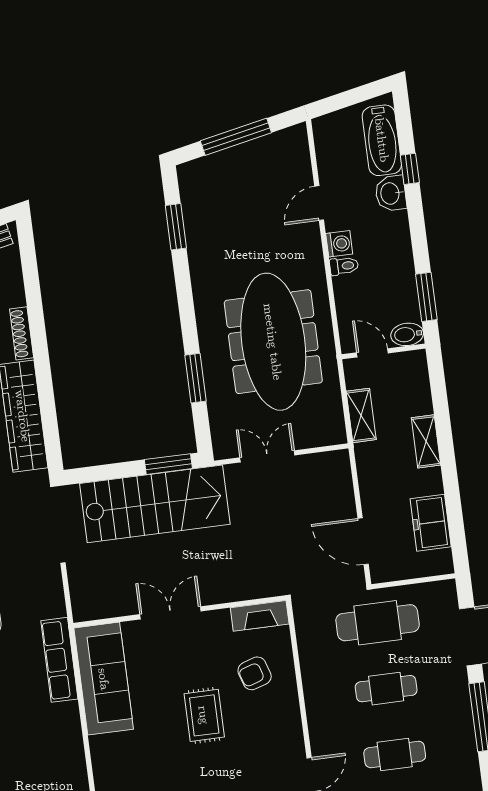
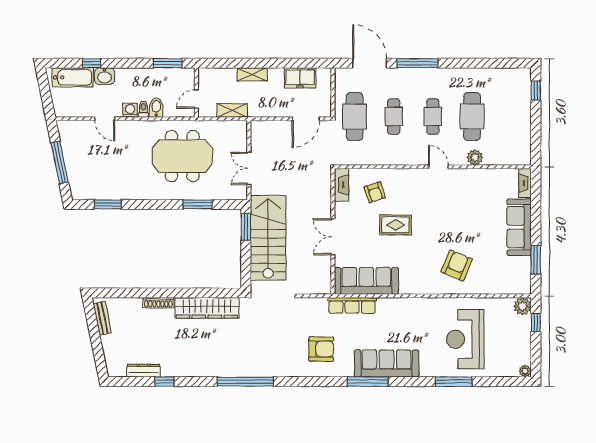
bidet: (407, 334) -> (156, 108), moved, turned 180
meeting table: (273, 342) -> (182, 156), width x0.73

